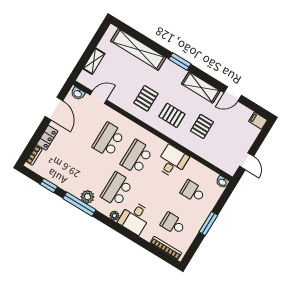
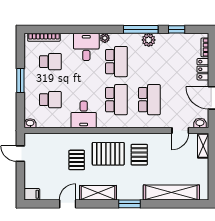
shelving: (94, 61) -> (203, 146), moved
pallet: (172, 115) -> (108, 154), width x1.50, depth x1.42
plant: (87, 197) -> (149, 40), moved

